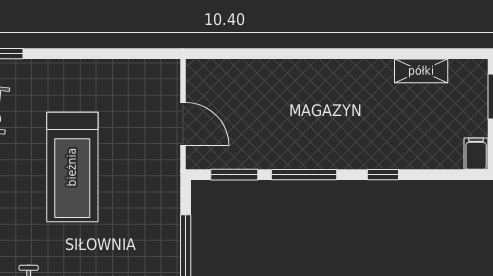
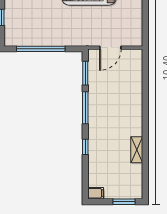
shelving: (421, 71) -> (137, 150), moved

